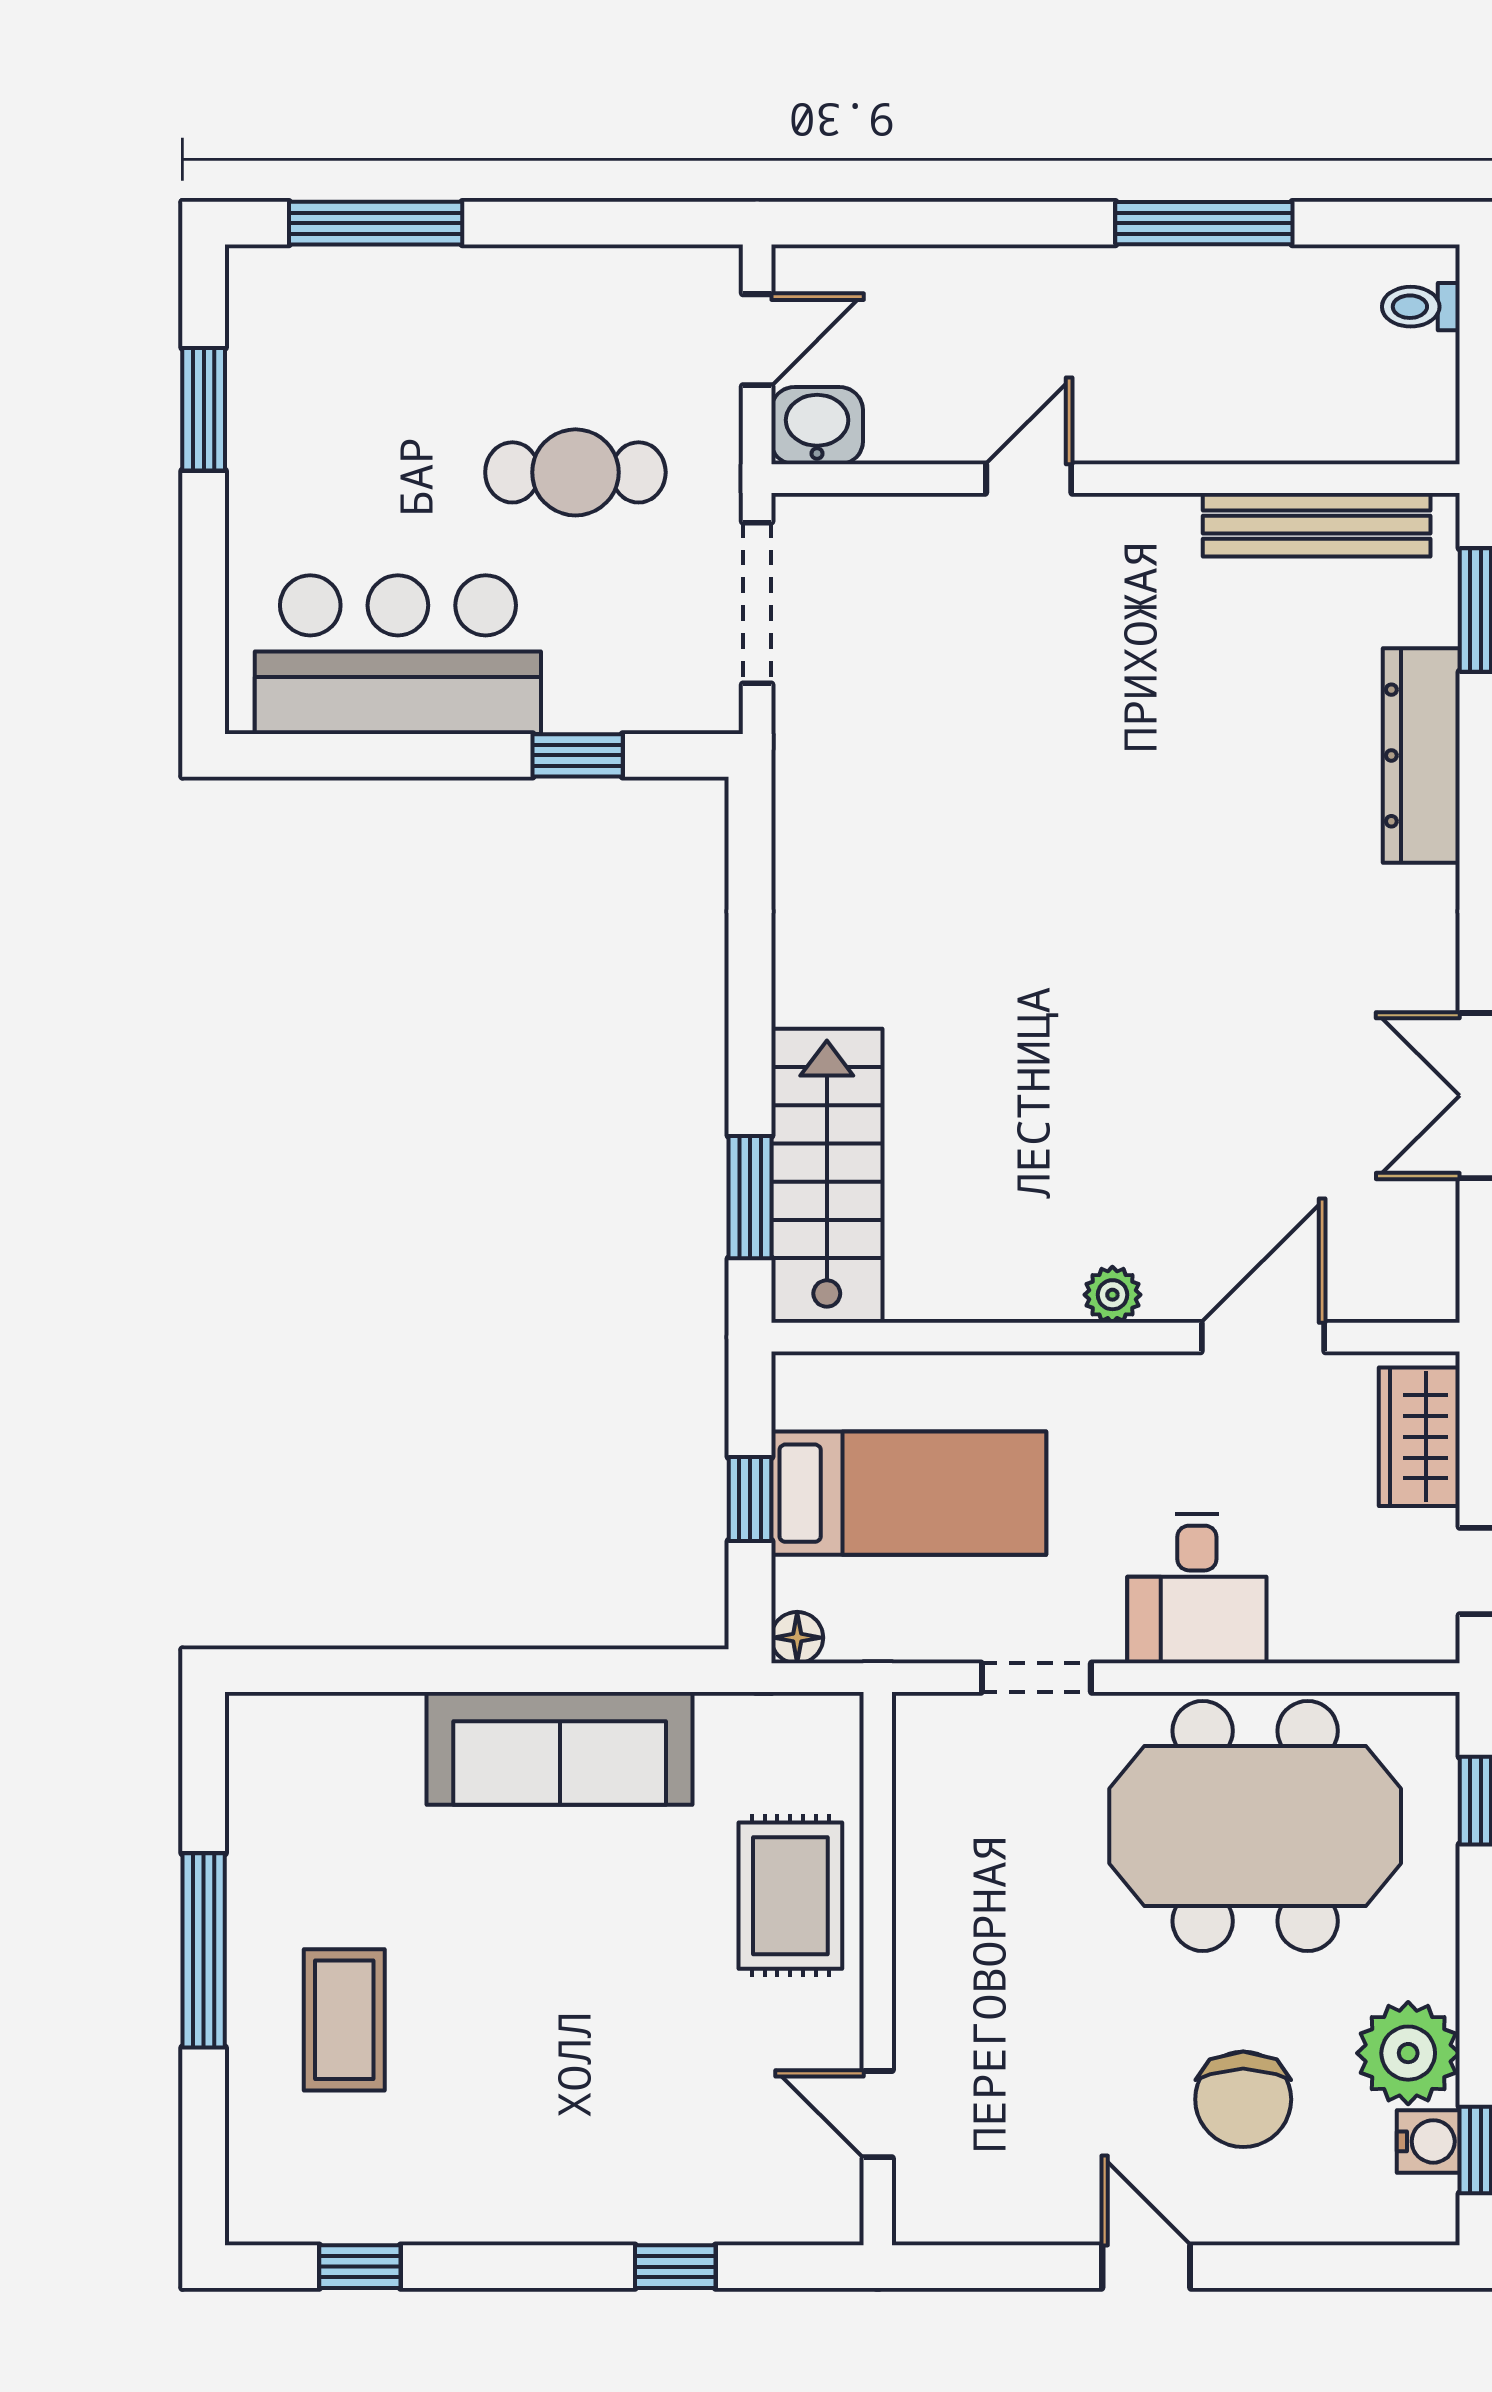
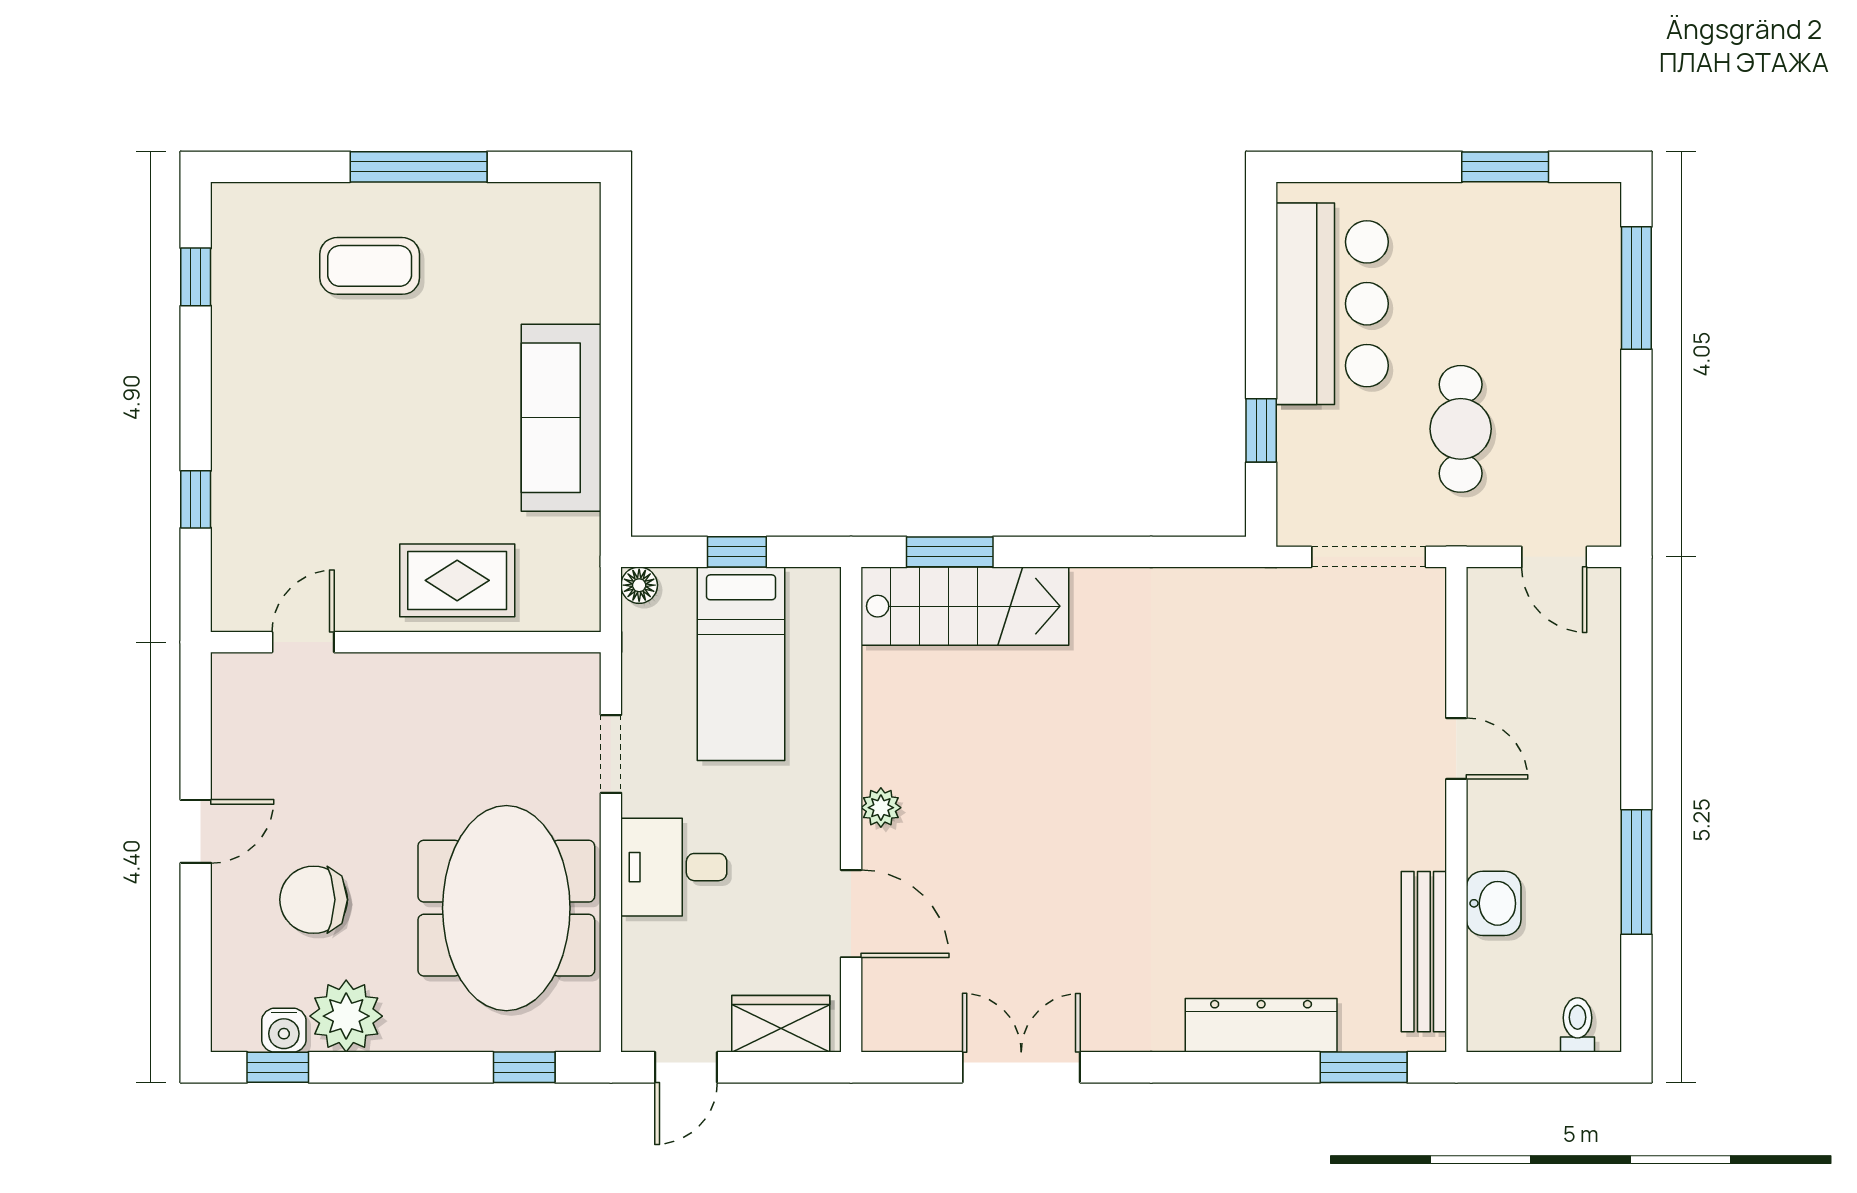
washbasin: (817, 426) -> (1494, 903), moved

